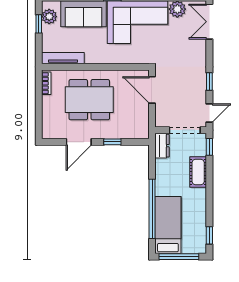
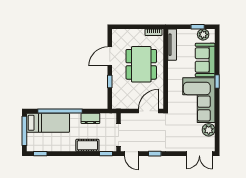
double door: (209, 22) -> (199, 154), swing flipped
door: (79, 142) -> (110, 56), hinge flipped
dresser: (162, 146) -> (90, 118), moved

